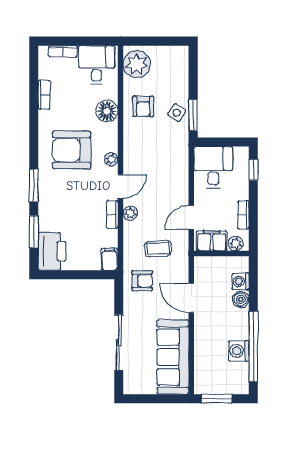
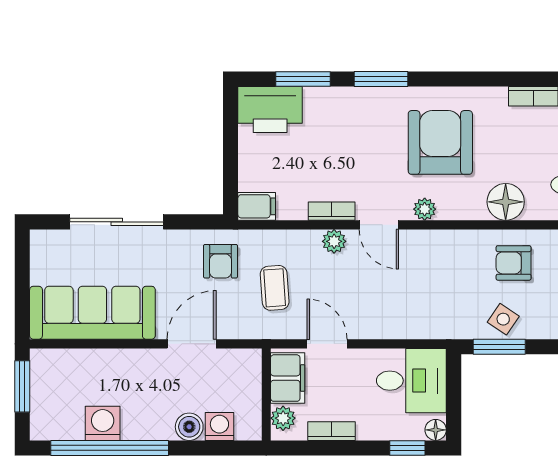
floor lamp: (243, 153) -> (436, 430), added

